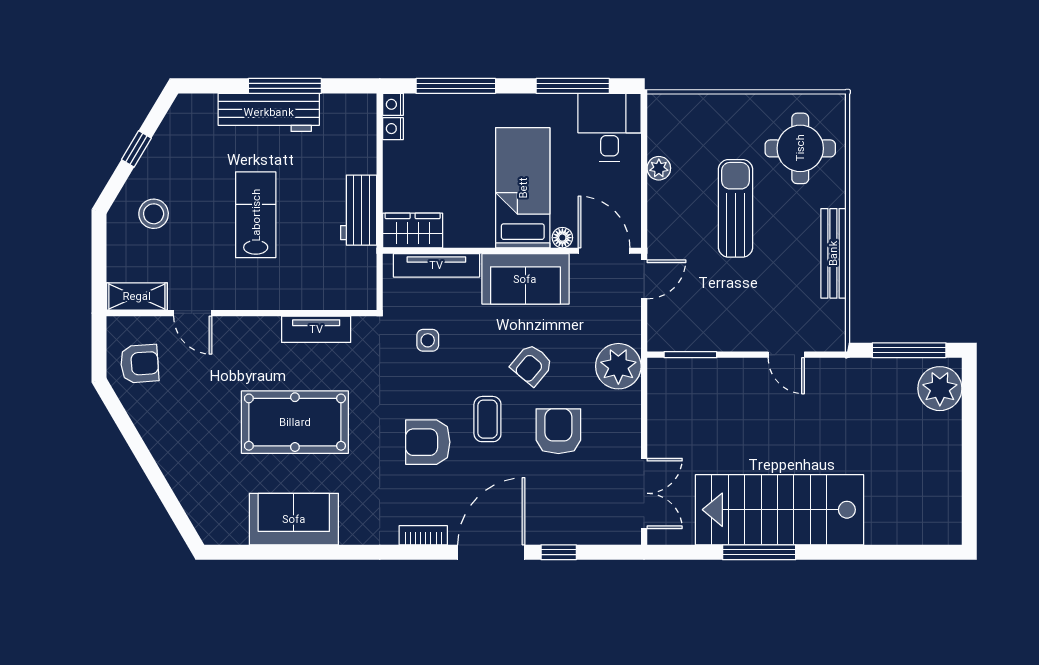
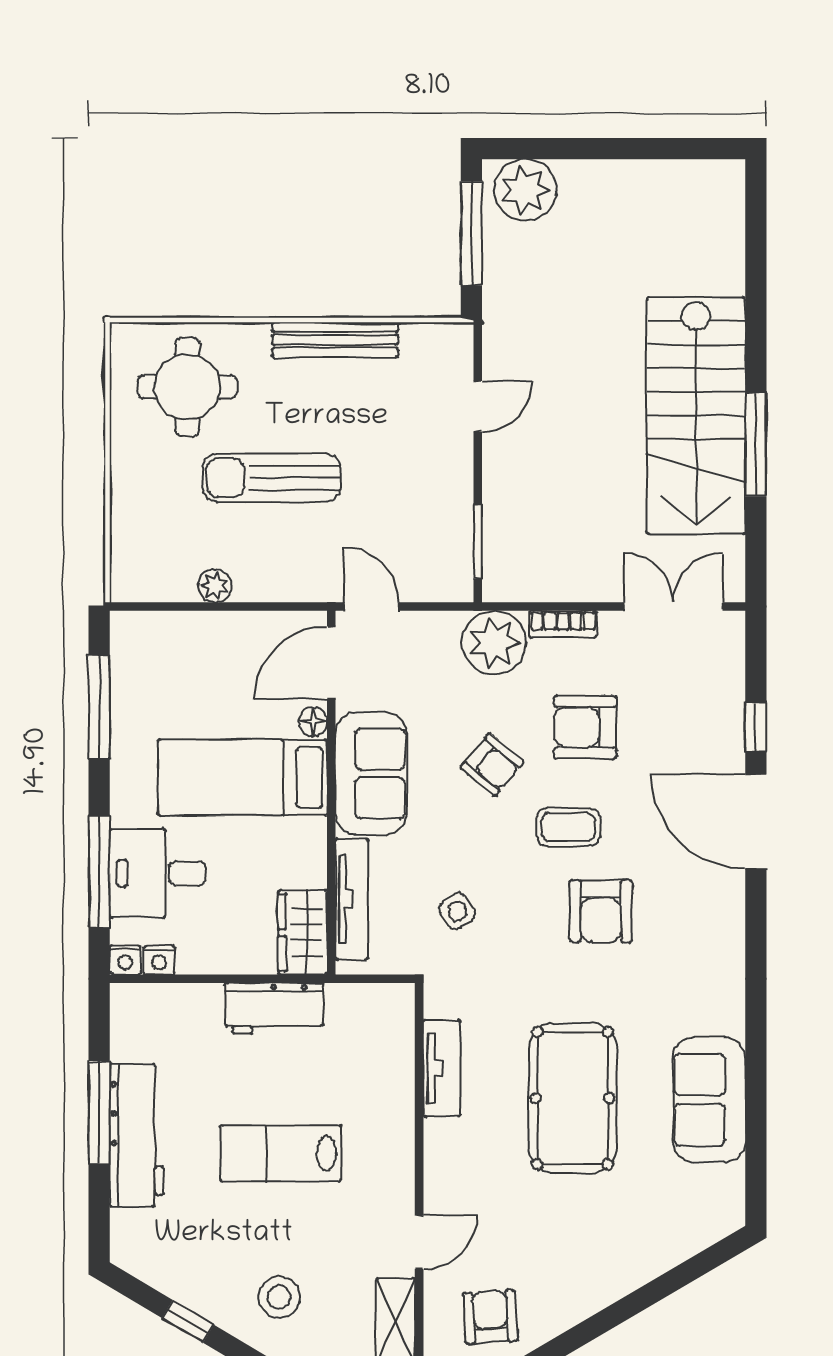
desk: (610, 127) -> (158, 873), moved
side table: (428, 340) -> (457, 911), turned -33
bookcase: (423, 535) -> (563, 624), moved, turned -90

